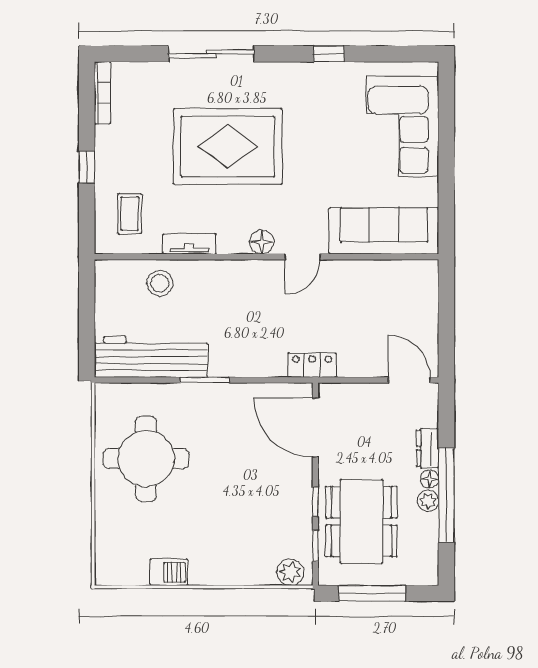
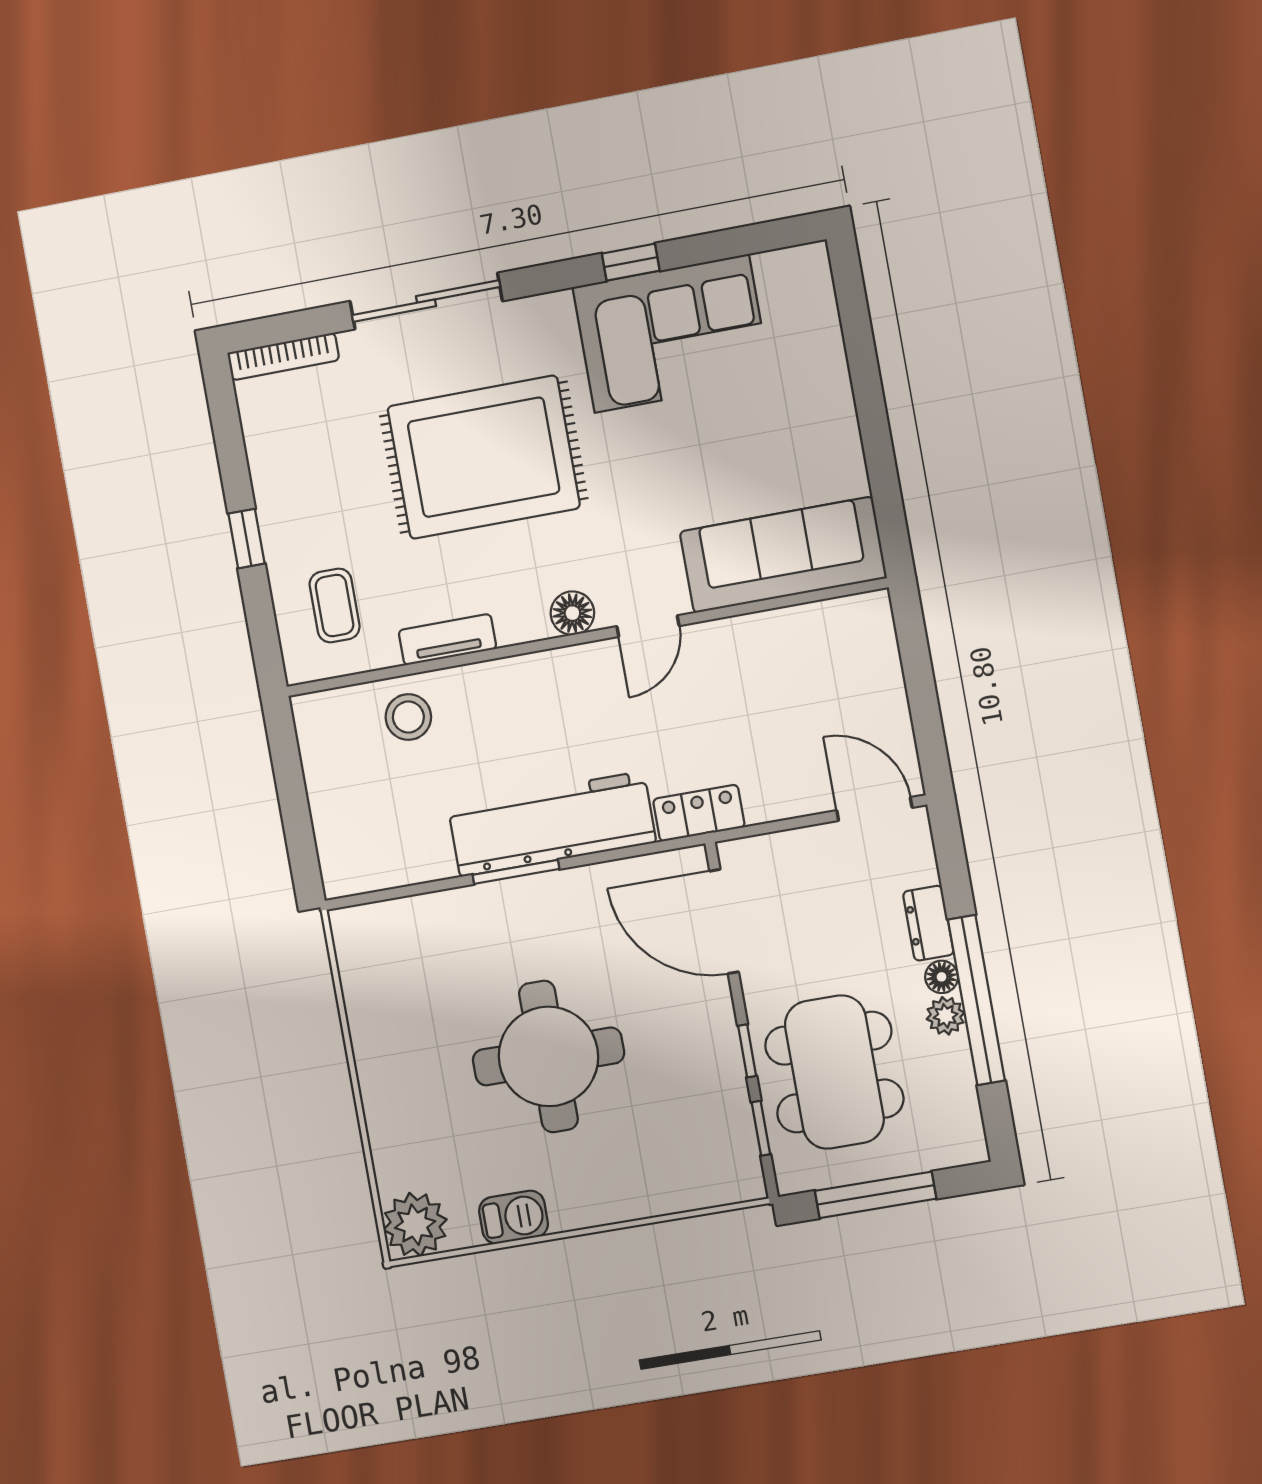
bookcase: (102, 93) -> (283, 356), moved, turned 90
corner sofa: (403, 126) -> (672, 333), moved, turned -90
workbench: (151, 357) -> (552, 824), moved
round table: (146, 459) -> (548, 1056), moved
plant: (290, 572) -> (415, 1225), moved, width x1.36, depth x1.36

